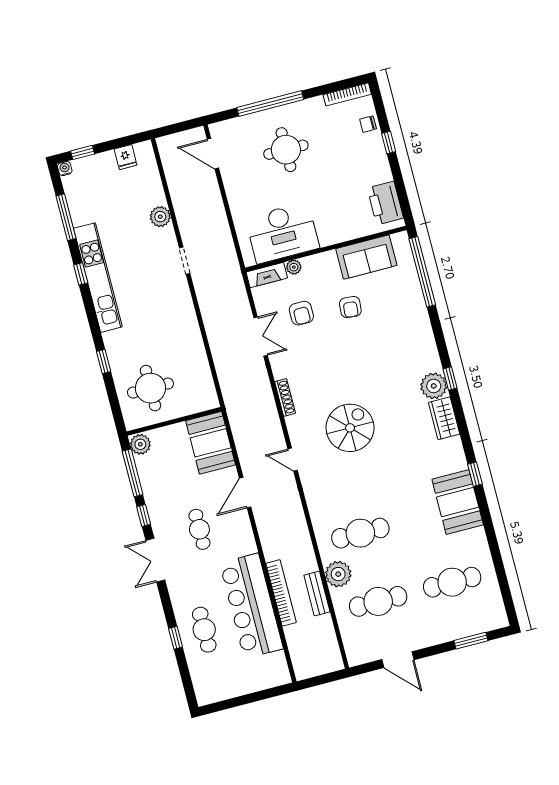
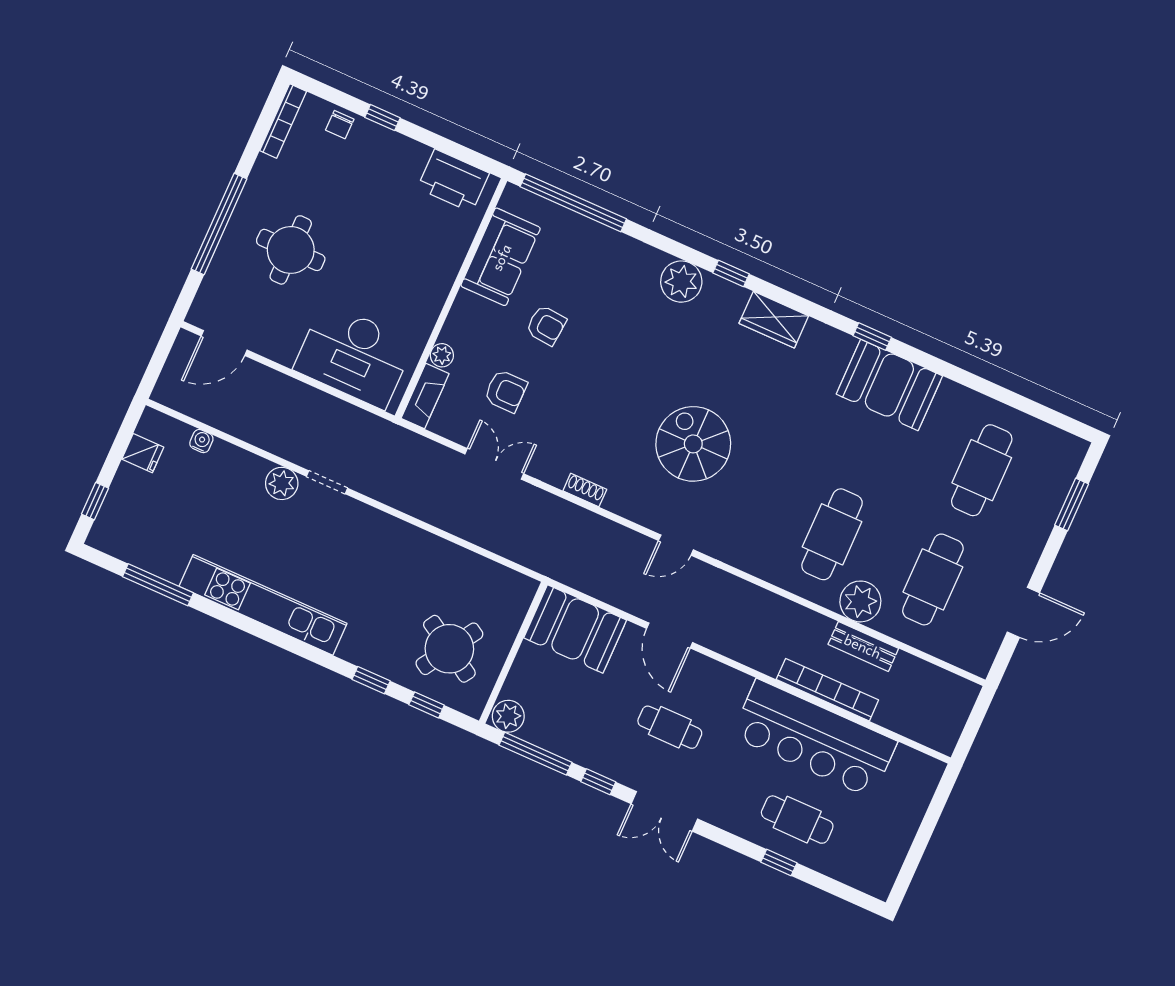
water cooler: (65, 169) -> (201, 441), moved, turned 90
plant: (160, 217) -> (282, 483), moved
desk: (282, 233) -> (354, 355), moved, turned 90
window: (81, 274) -> (427, 705), moved
plant: (434, 386) -> (681, 282), moved
round table: (150, 388) -> (449, 649), turned 32
shoe rack: (285, 397) -> (585, 490), width x0.70

